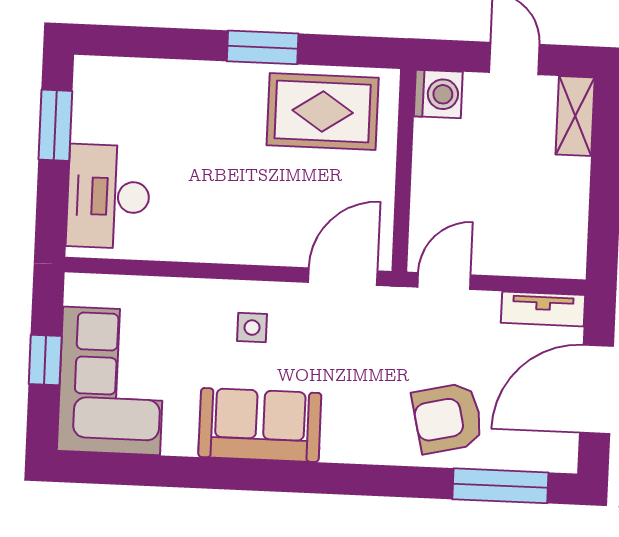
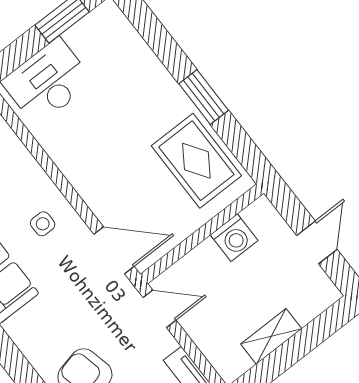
washing machine: (438, 94) -> (234, 238), moved
shelving: (575, 116) -> (271, 336), moved

